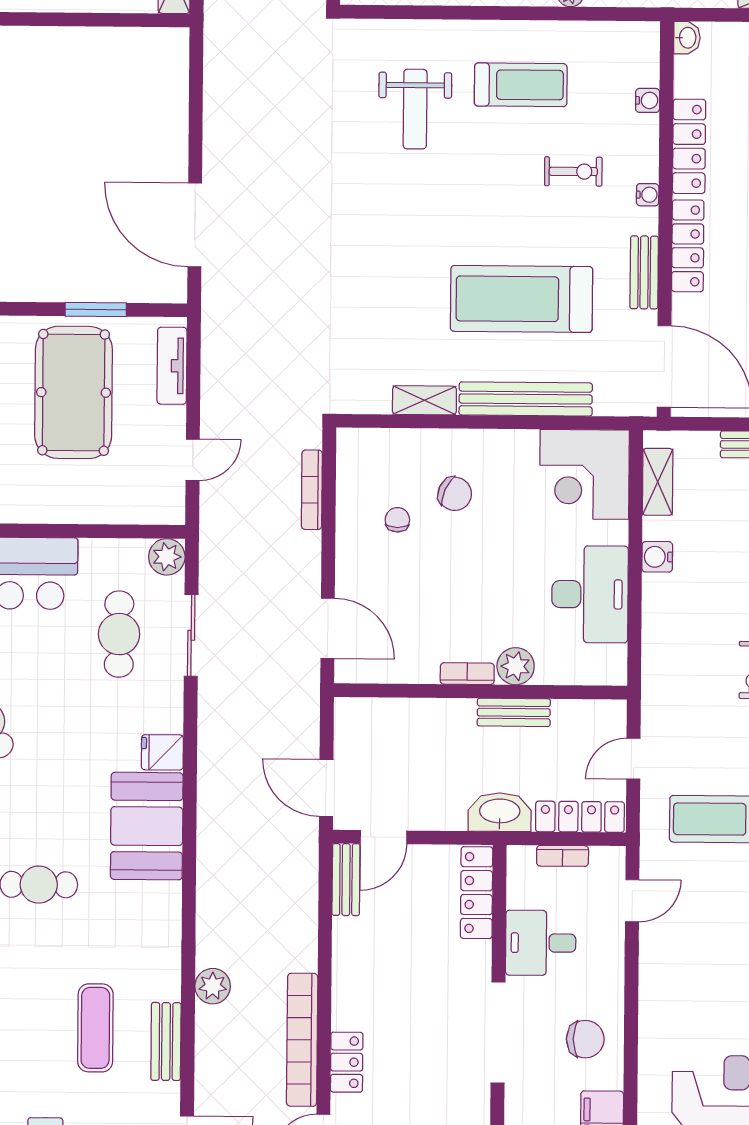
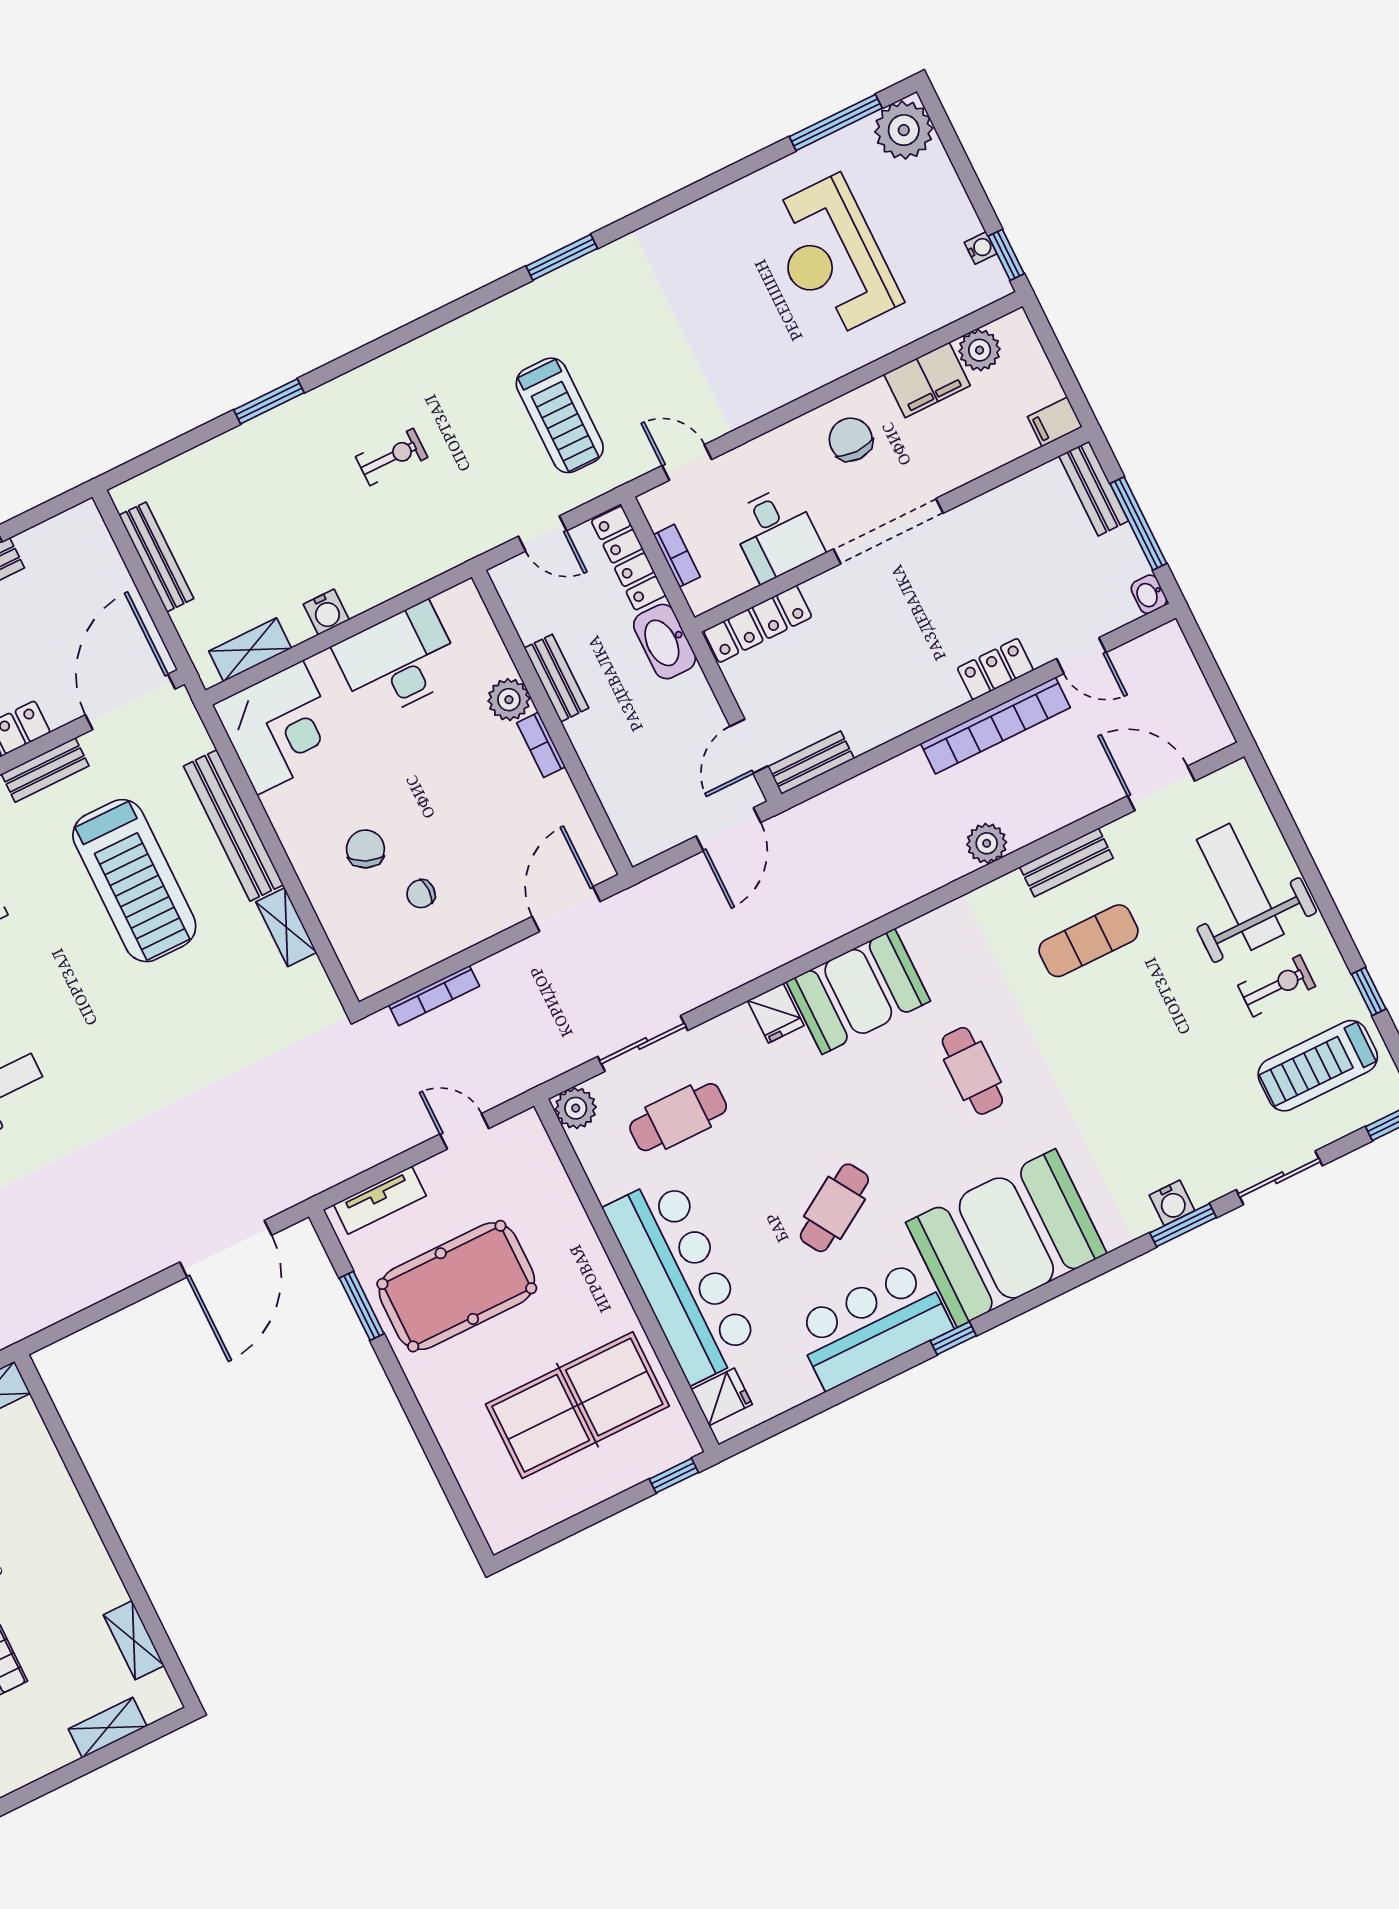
door: (384, 837) -> (749, 746), swing flipped

